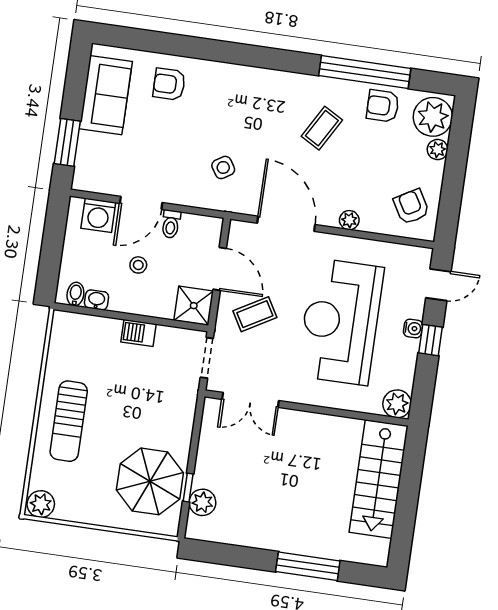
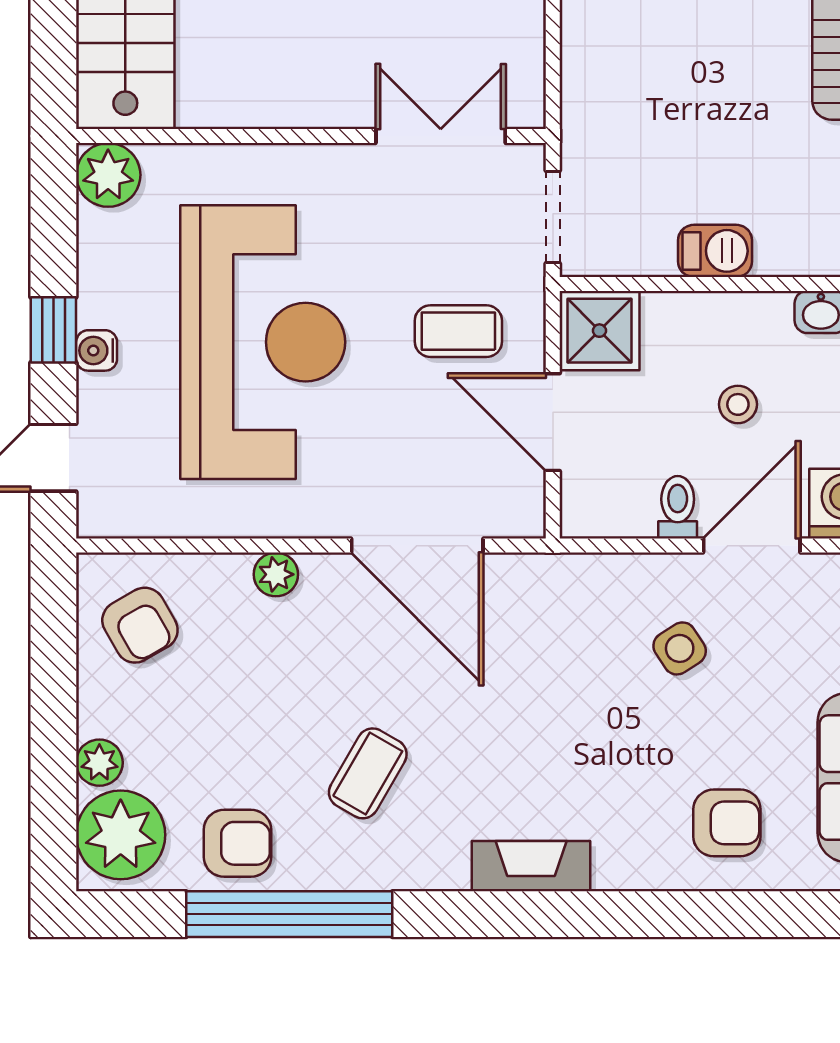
fireplace: (257, 78) -> (531, 866), added
side table: (223, 167) -> (680, 648), moved
coffee table: (255, 314) -> (458, 331), turned 30

